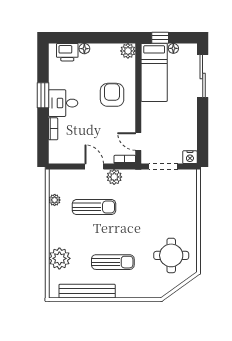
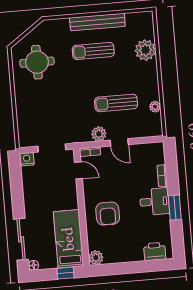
floor lamp: (173, 48) -> (34, 265), moved
floor lamp: (84, 49) -> (138, 256), removed
bench: (87, 291) -> (97, 22), moved

